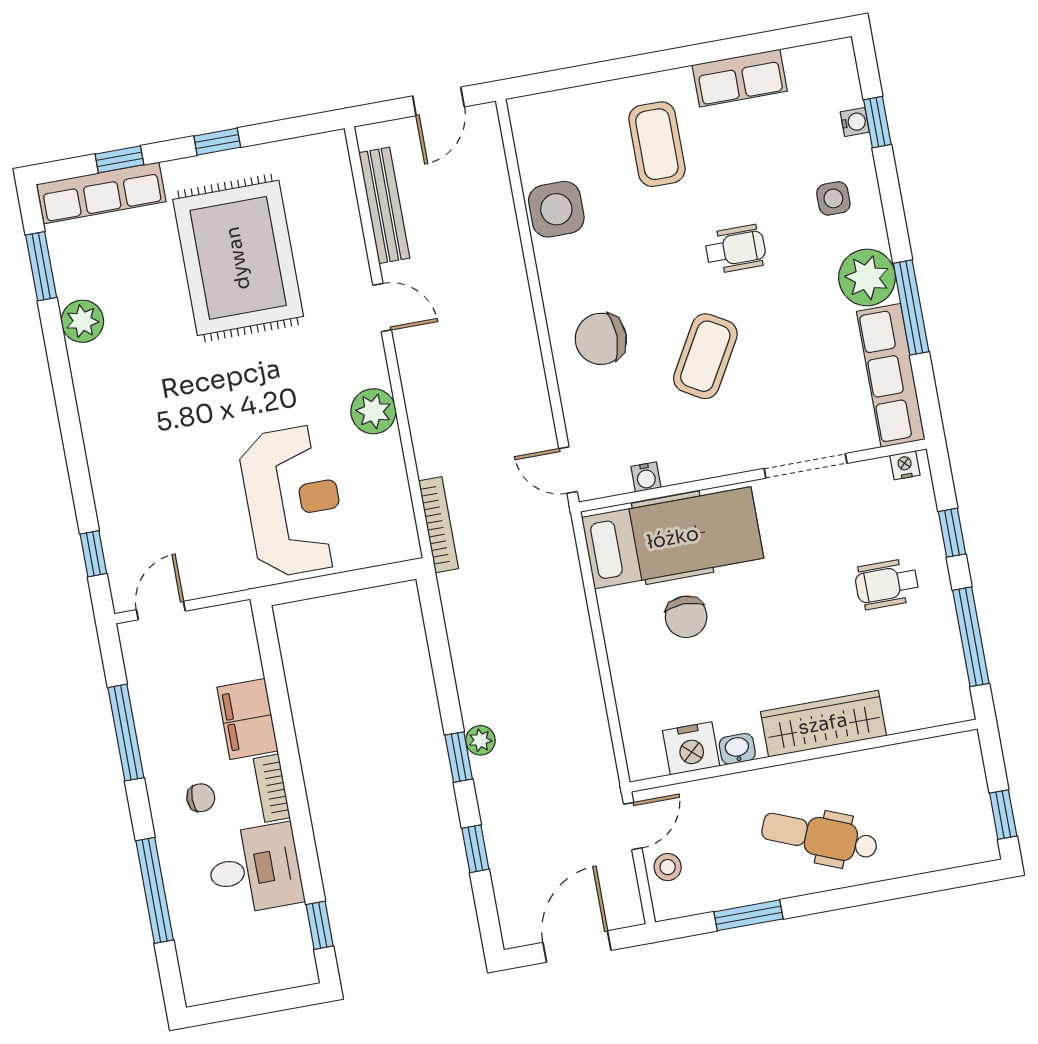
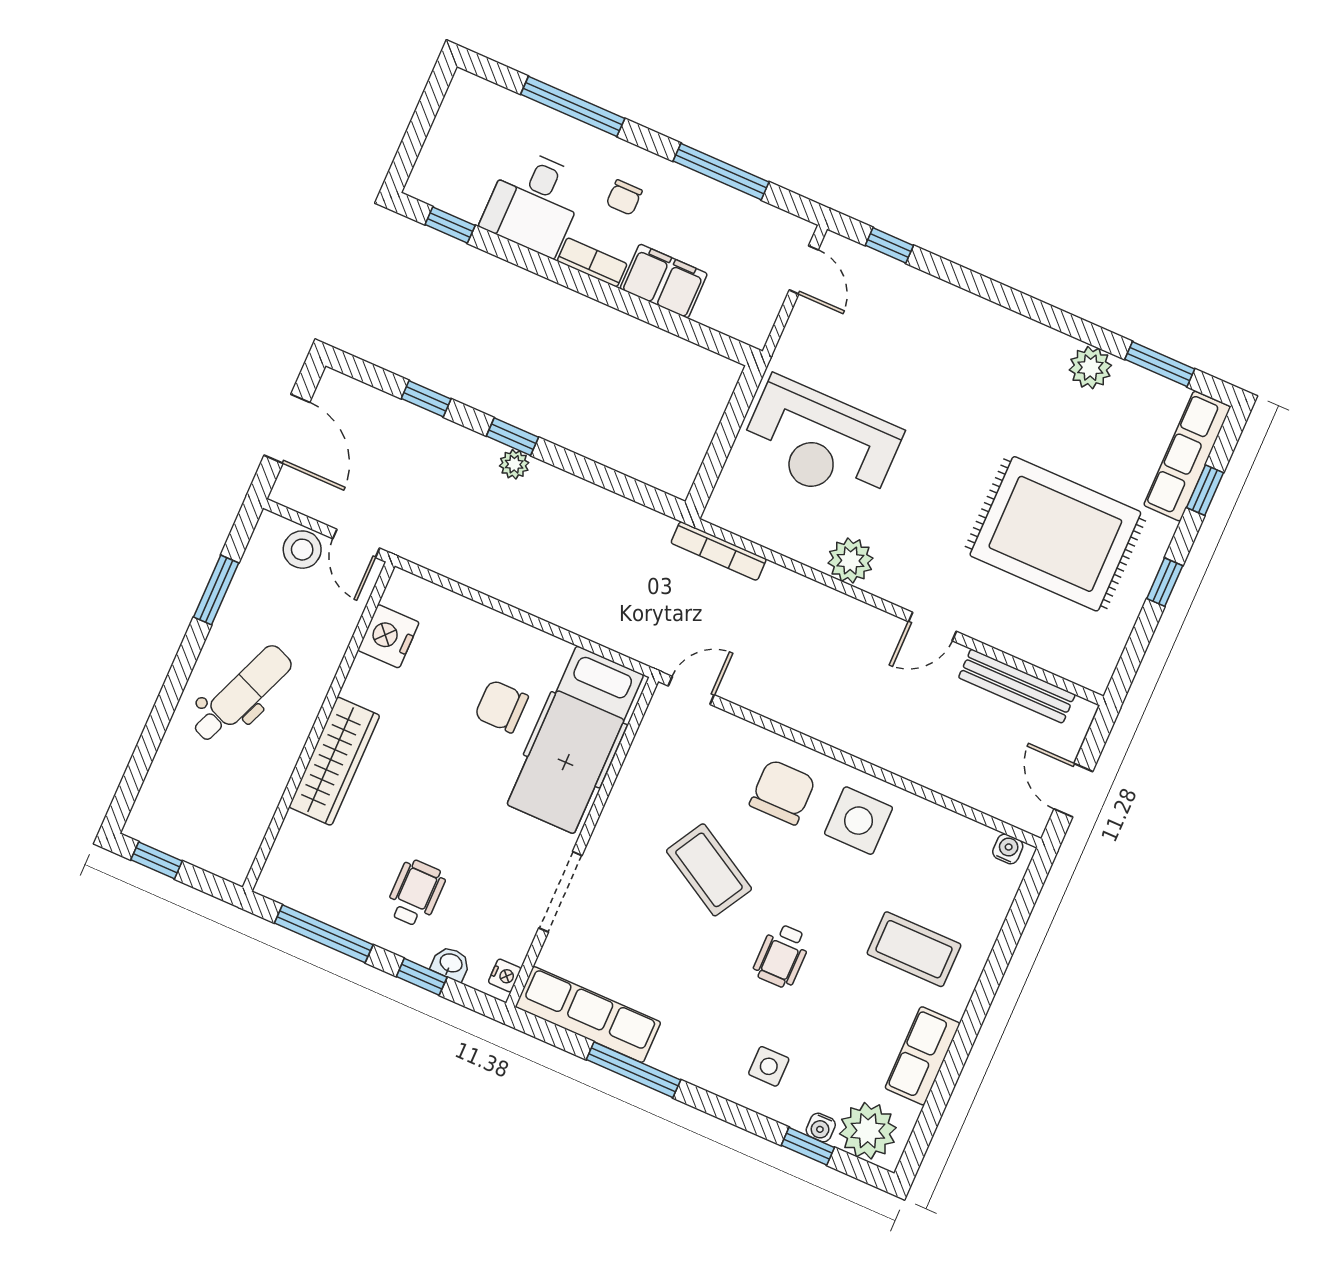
side table: (556, 209) -> (859, 821), moved
plant: (867, 278) -> (868, 1131), moved
water cooler: (646, 477) -> (1008, 849), moved, turned 90
washbasin: (737, 749) -> (451, 964), moved, turned -90
stool: (668, 867) -> (302, 550), width x1.37, depth x1.37

